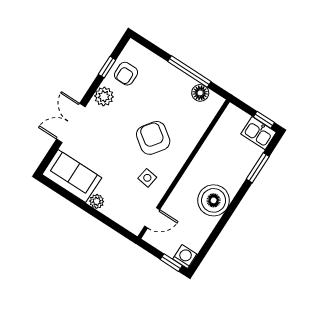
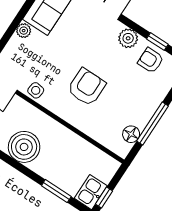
armchair: (153, 138) -> (87, 87), turned -36
side table: (147, 178) -> (36, 90), moved

